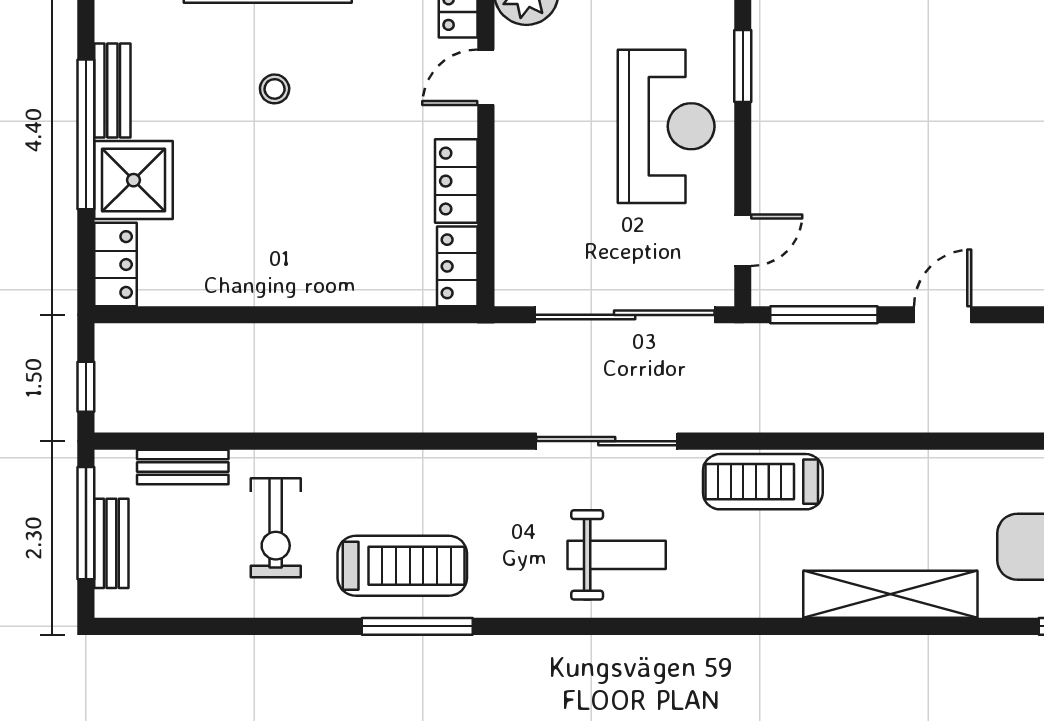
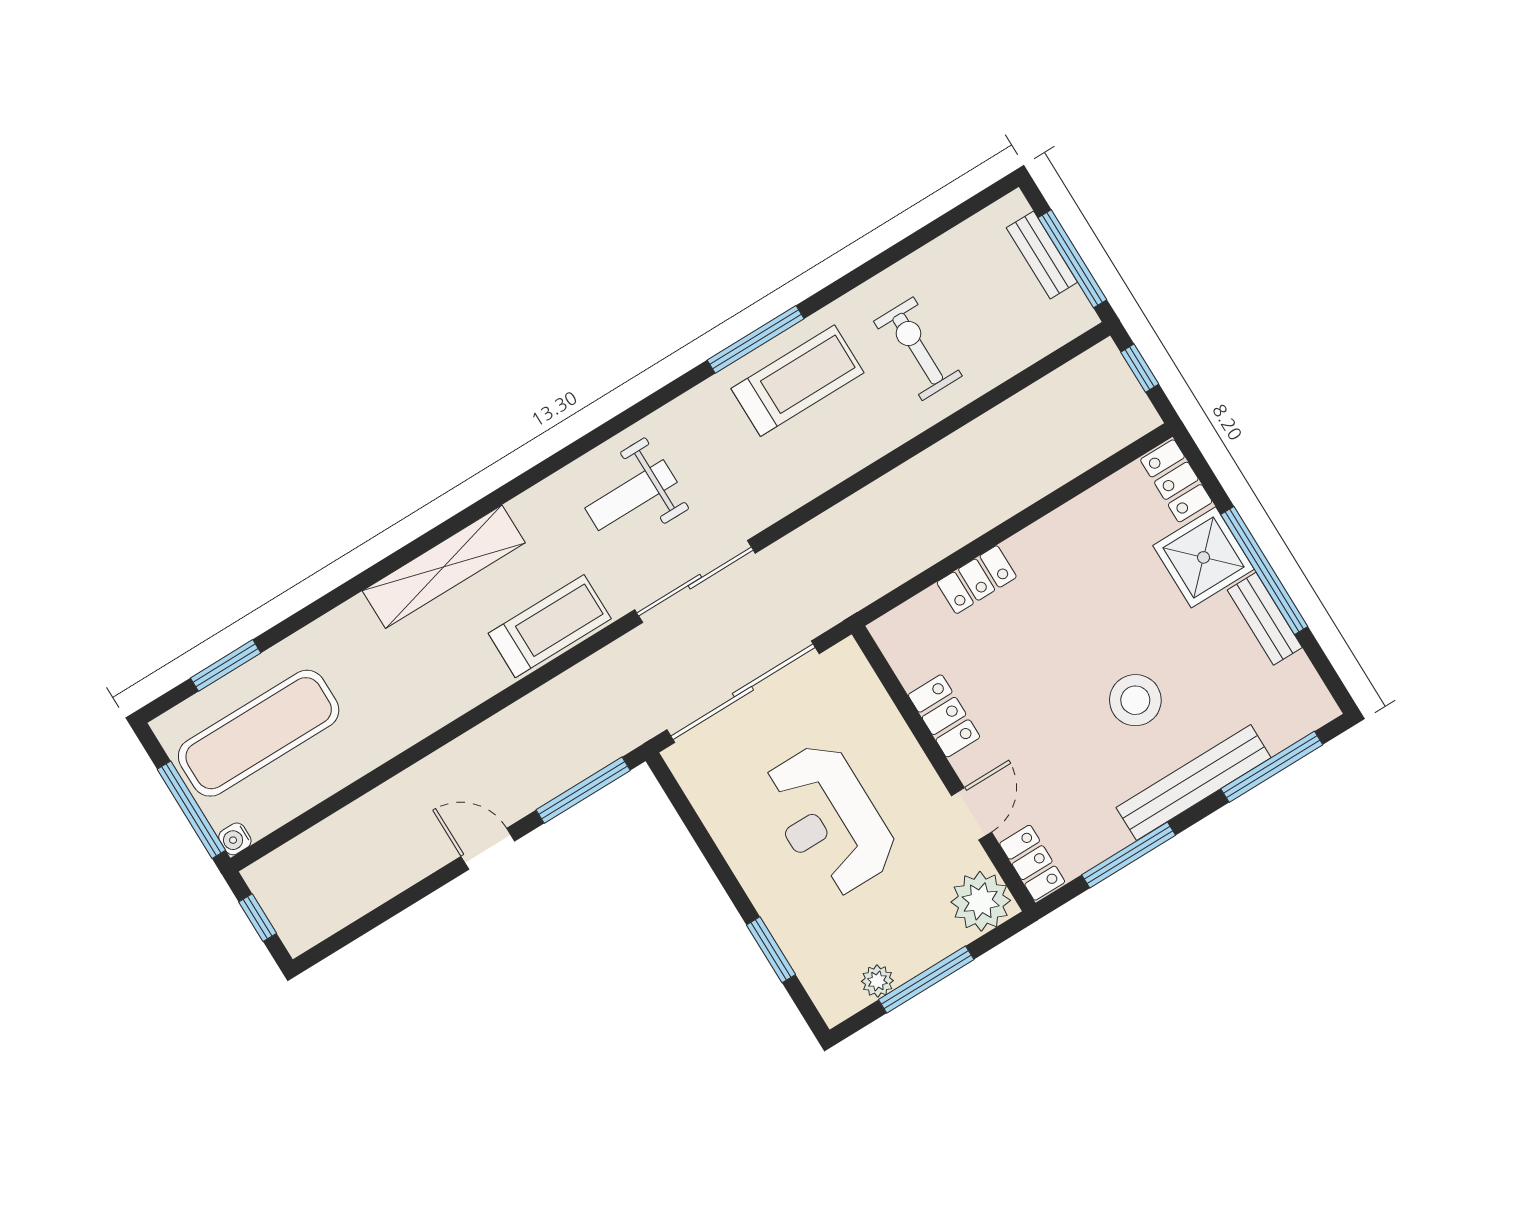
stool: (275, 89) -> (1135, 700), width x1.89, depth x1.89
reception desk: (666, 126) -> (829, 820), moved
door: (743, 240) -> (685, 810), removed
locker: (457, 266) -> (977, 580), moved, turned 90
door: (943, 315) -> (488, 849), swing flipped
bench: (183, 467) -> (1022, 352), removed
treadmill: (402, 566) -> (797, 381), turned 180
shelving: (890, 594) -> (444, 567), moved

